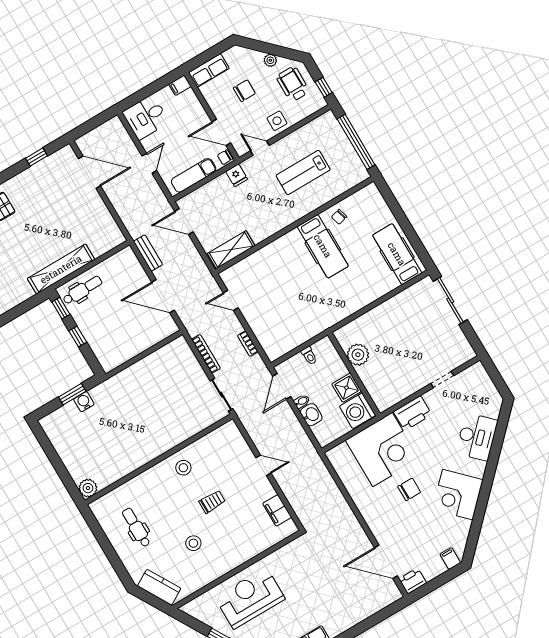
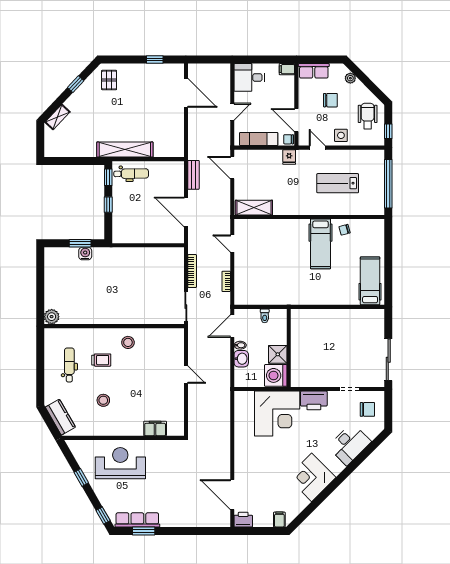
plant: (270, 60) -> (350, 78), moved
sliding door: (450, 300) -> (388, 360), moved
plant: (358, 355) -> (300, 336), removed
chair: (409, 489) -> (367, 409), moved
trolley: (212, 502) -> (101, 360), moved
filing cabinet: (277, 510) -> (155, 428), moved, turned 90

